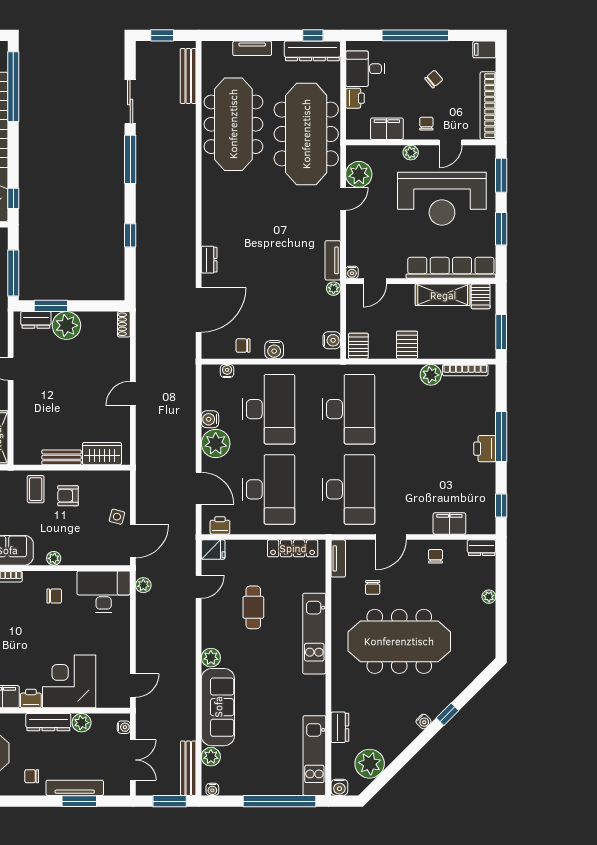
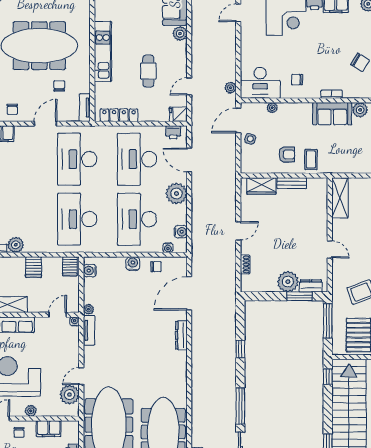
dresser: (209, 260) -> (181, 335), width x1.44
shoe rack: (124, 324) -> (245, 264), moved
water cooler: (210, 419) -> (181, 232), moved
plant: (54, 558) -> (272, 108), moved

